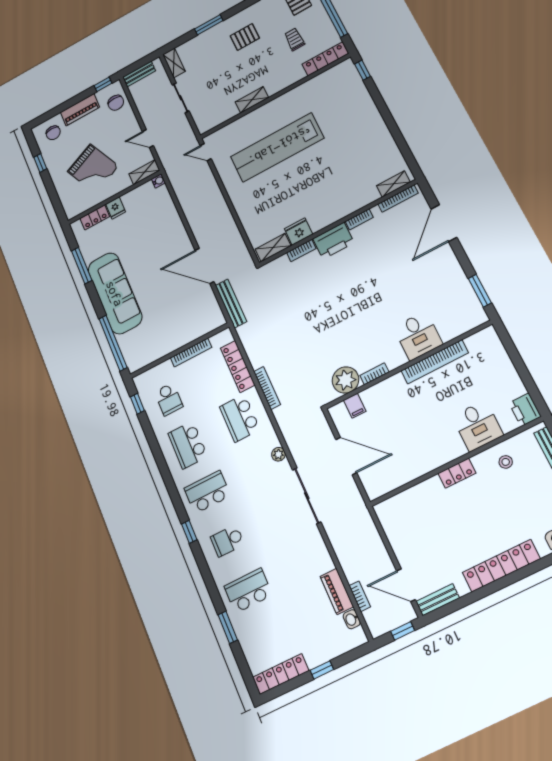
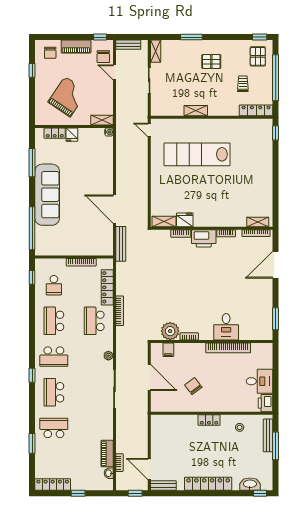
door: (148, 139) -> (114, 72), moved
grand piano: (93, 169) -> (68, 97), turned -121
desk: (478, 426) -> (259, 381), moved, turned -90
chair: (412, 437) -> (193, 386), added
school desk: (207, 492) -> (54, 357), turned 180
school desk: (227, 541) -> (54, 392), width x1.85

